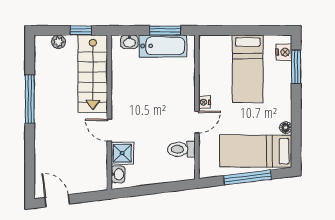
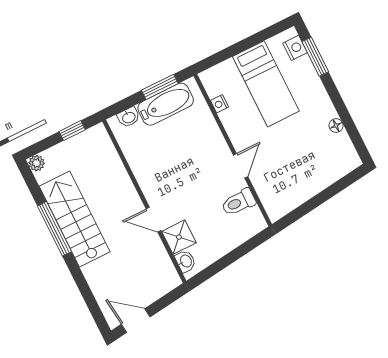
plant: (59, 42) -> (37, 163), moved
stairs: (93, 74) -> (75, 219), moved, turned 180
nightstand: (204, 102) -> (220, 104), moved
bed: (256, 151) -> (317, 166), removed
window: (248, 177) -> (322, 197), removed

